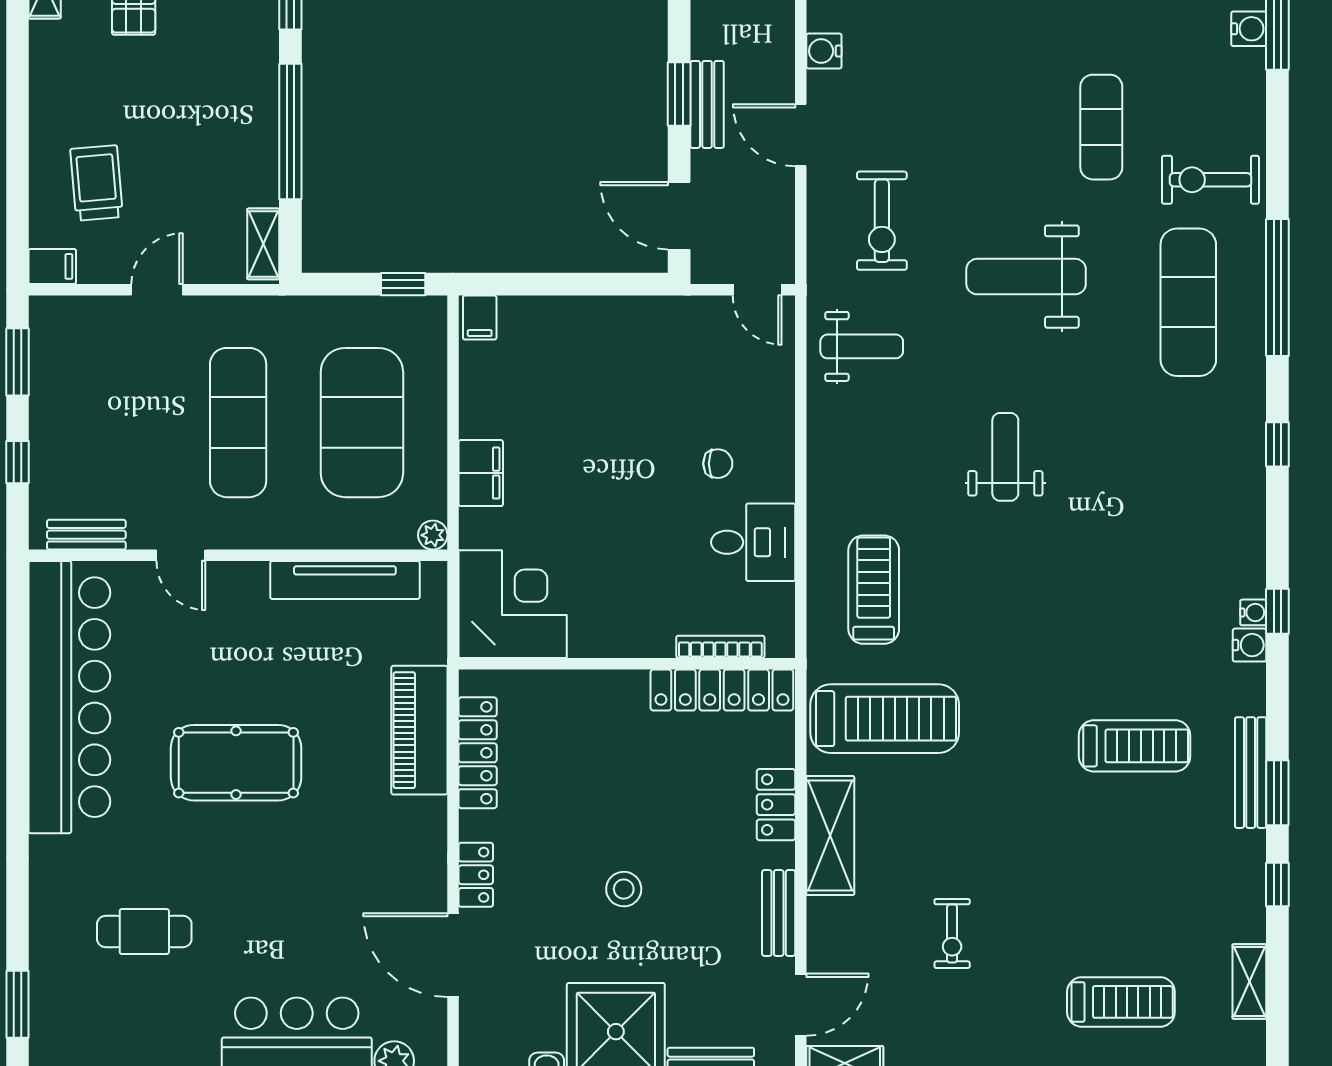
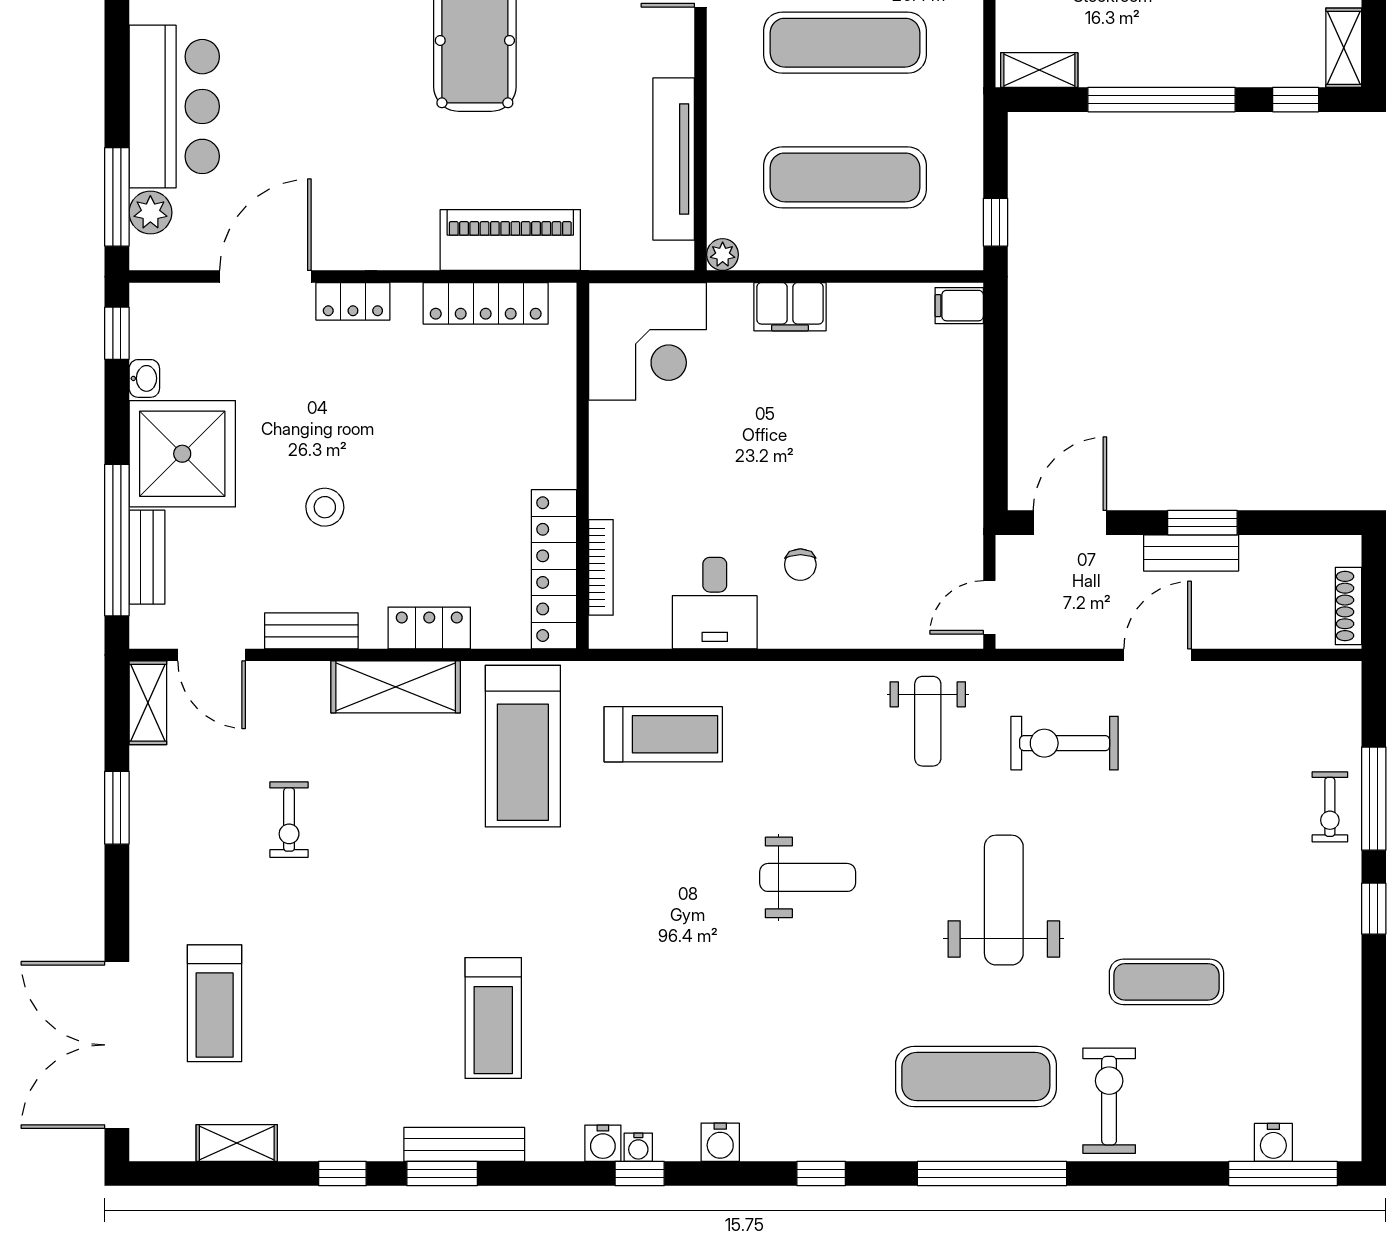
water cooler: (824, 51) -> (720, 1142), moved, turned 180
exercise mat: (362, 423) -> (845, 177), width x0.68
stool: (624, 889) -> (325, 507), moved
exercise bike: (952, 933) -> (289, 820), turned -90

